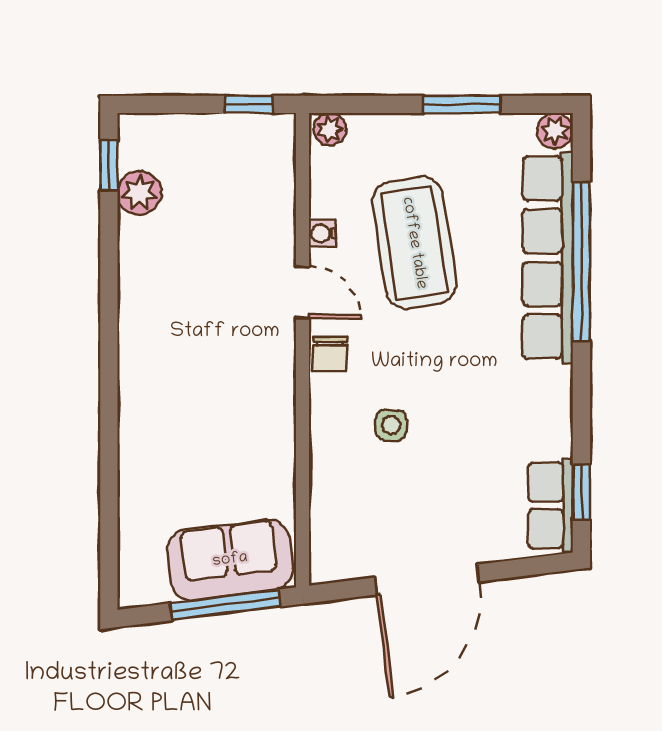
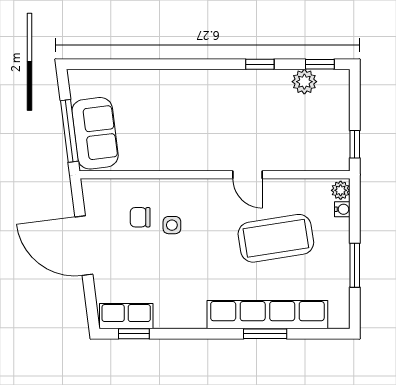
plant: (555, 131) -> (340, 319), removed
water cooler: (322, 233) -> (342, 209), moved, turned 90
window: (581, 262) -> (265, 334), width x0.47
window: (109, 271) -> (260, 64), added
door: (303, 292) -> (248, 175), hinge flipped
chair: (330, 354) -> (140, 217), moved

